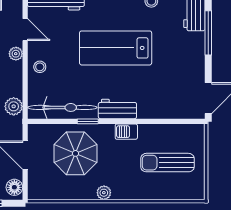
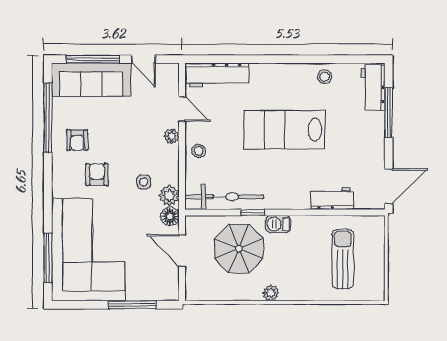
workbench: (117, 109) -> (332, 199), moved
barbecue: (126, 132) -> (278, 224), moved
sun lounger: (167, 163) -> (343, 259), turned 90
floor lamp: (14, 187) -> (170, 216), moved

